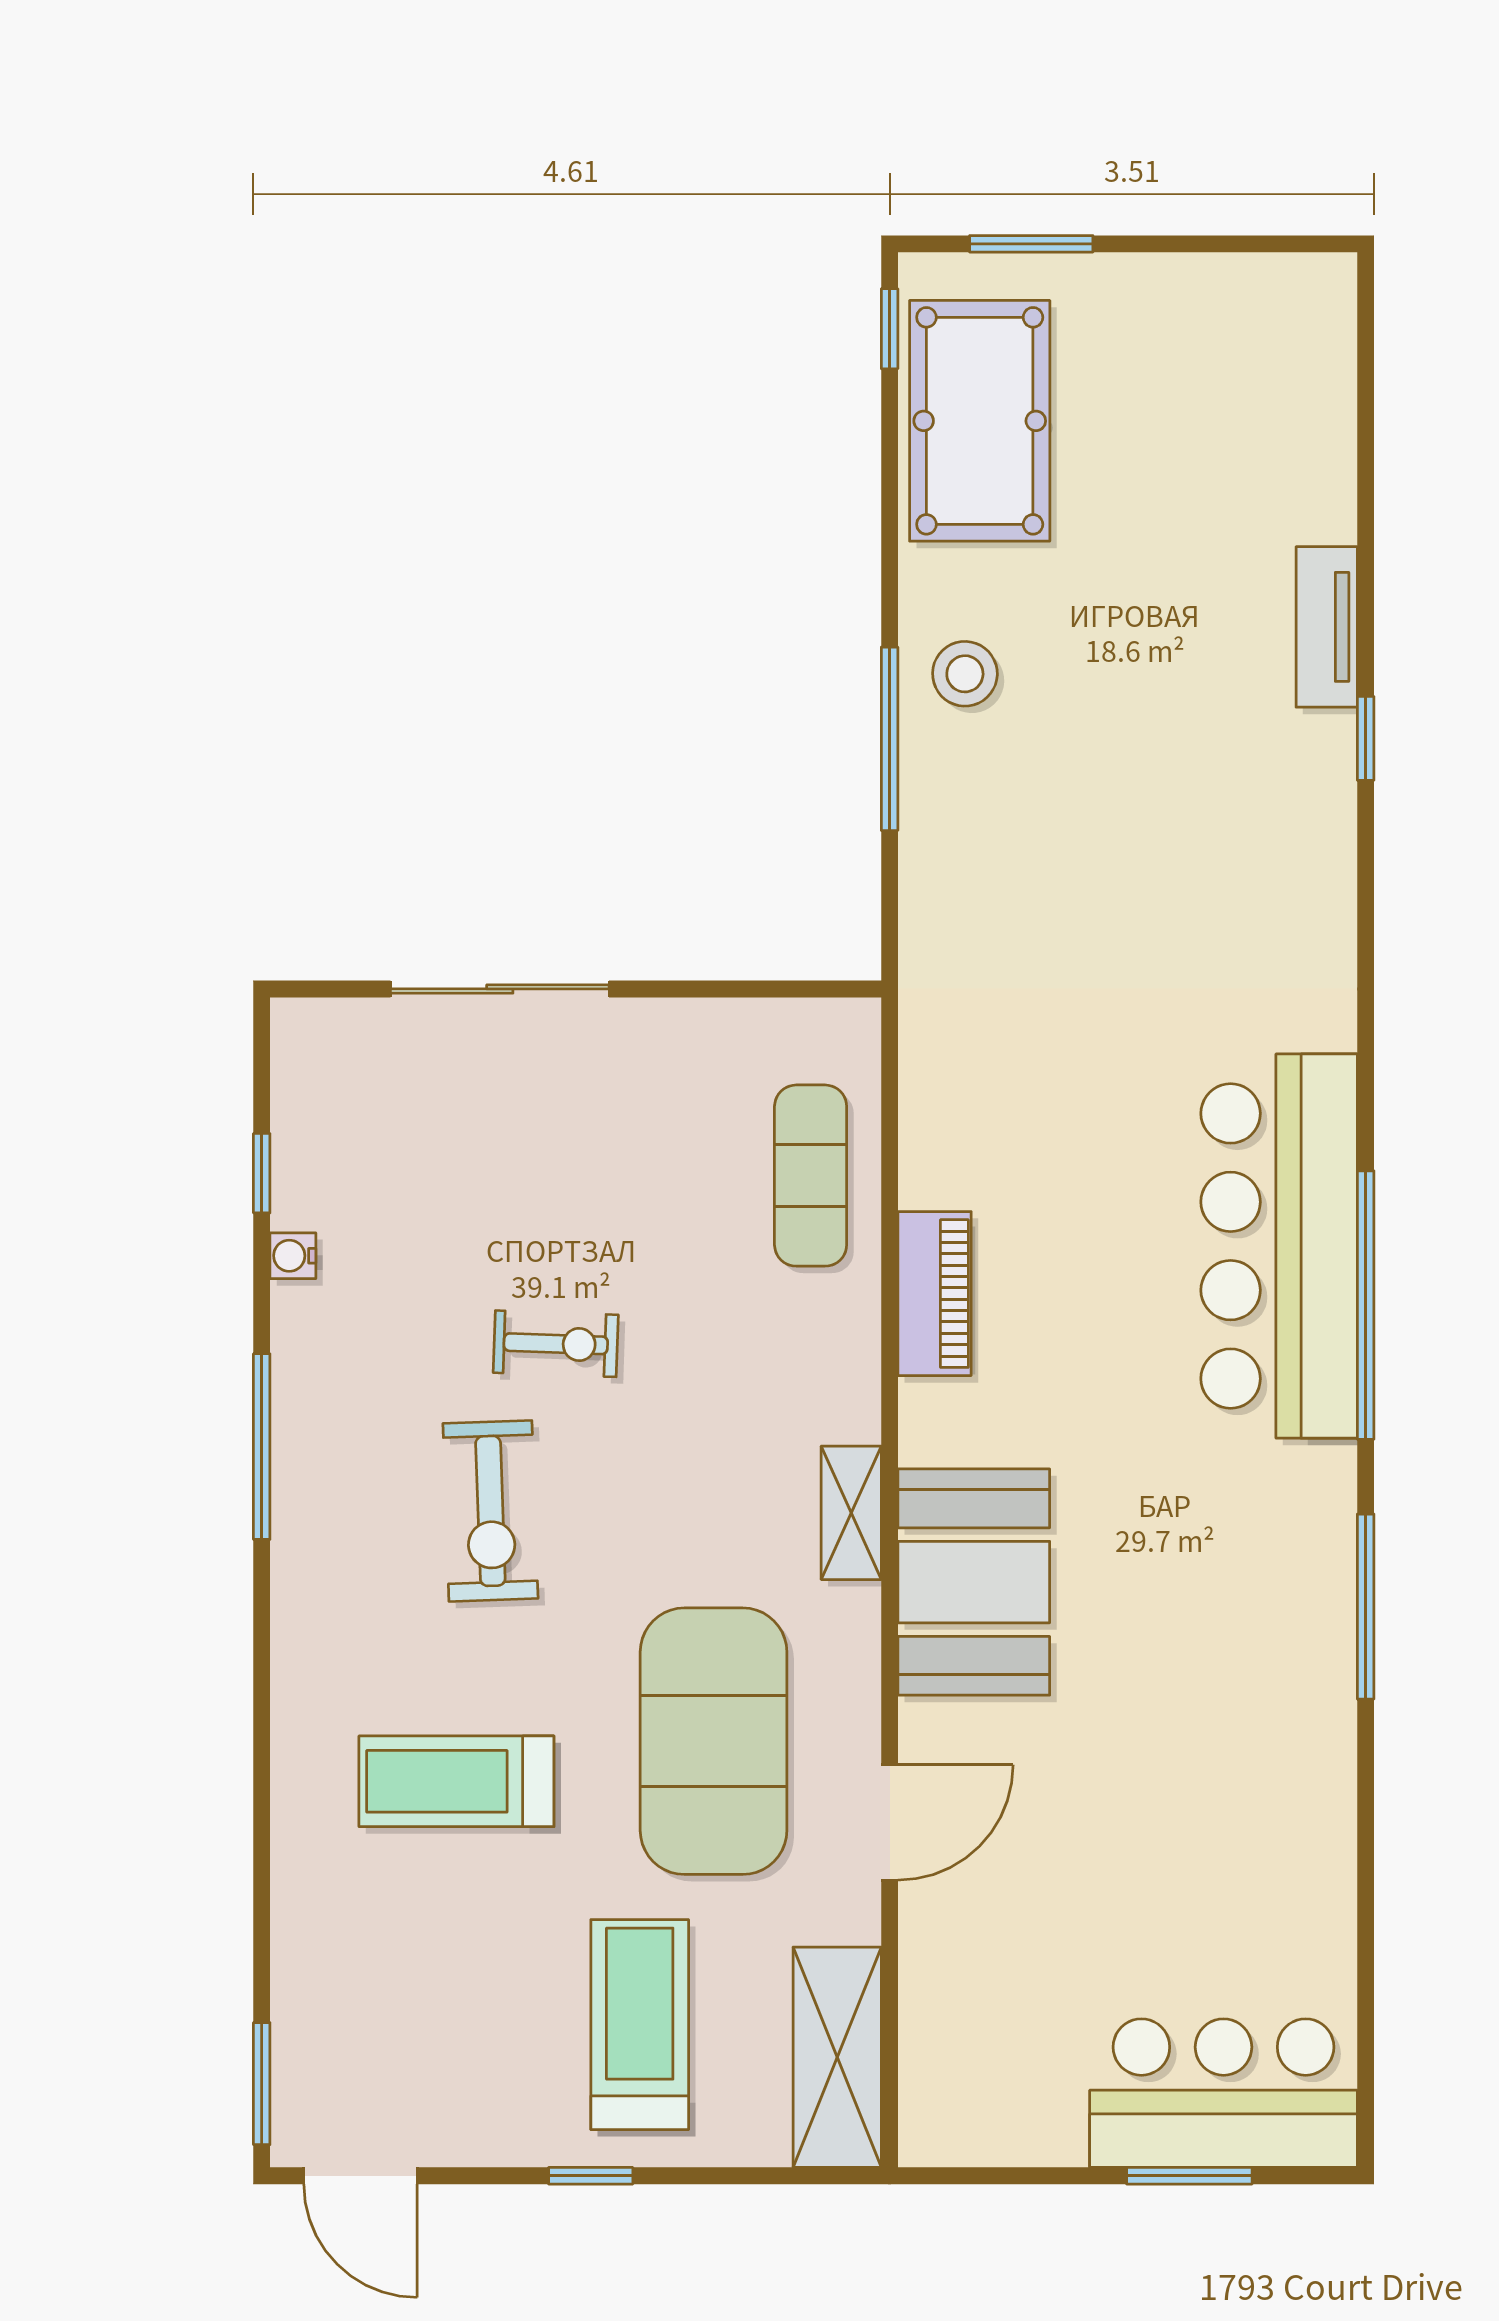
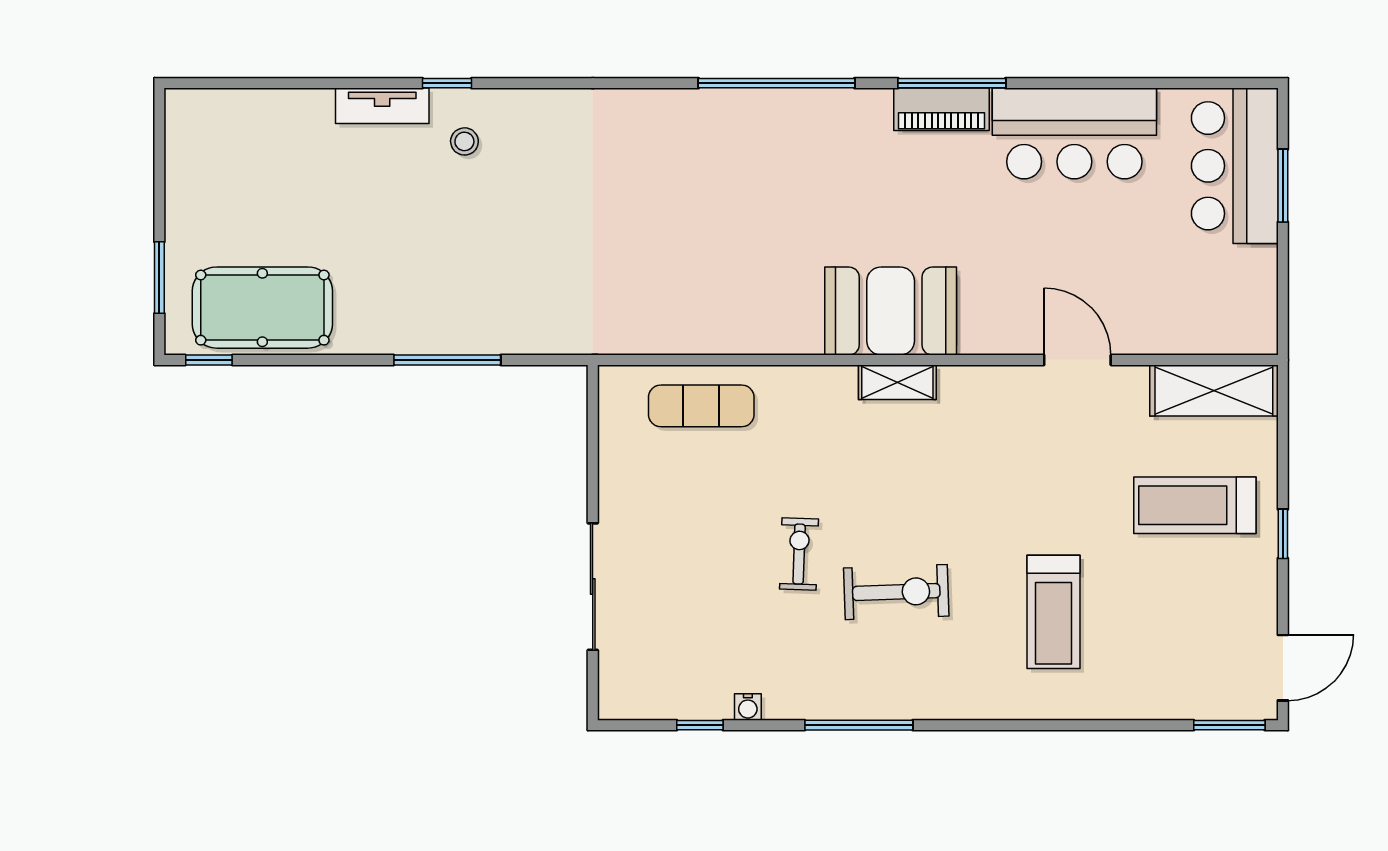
stool: (965, 674) -> (464, 141), moved, width x0.73, depth x0.73
bar counter: (1279, 1246) -> (1074, 133), moved, width x0.73
piano: (935, 1294) -> (941, 109), moved, turned 180
booth: (974, 1582) -> (891, 311), moved
exercise mat: (714, 1741) -> (1030, 462), removed

